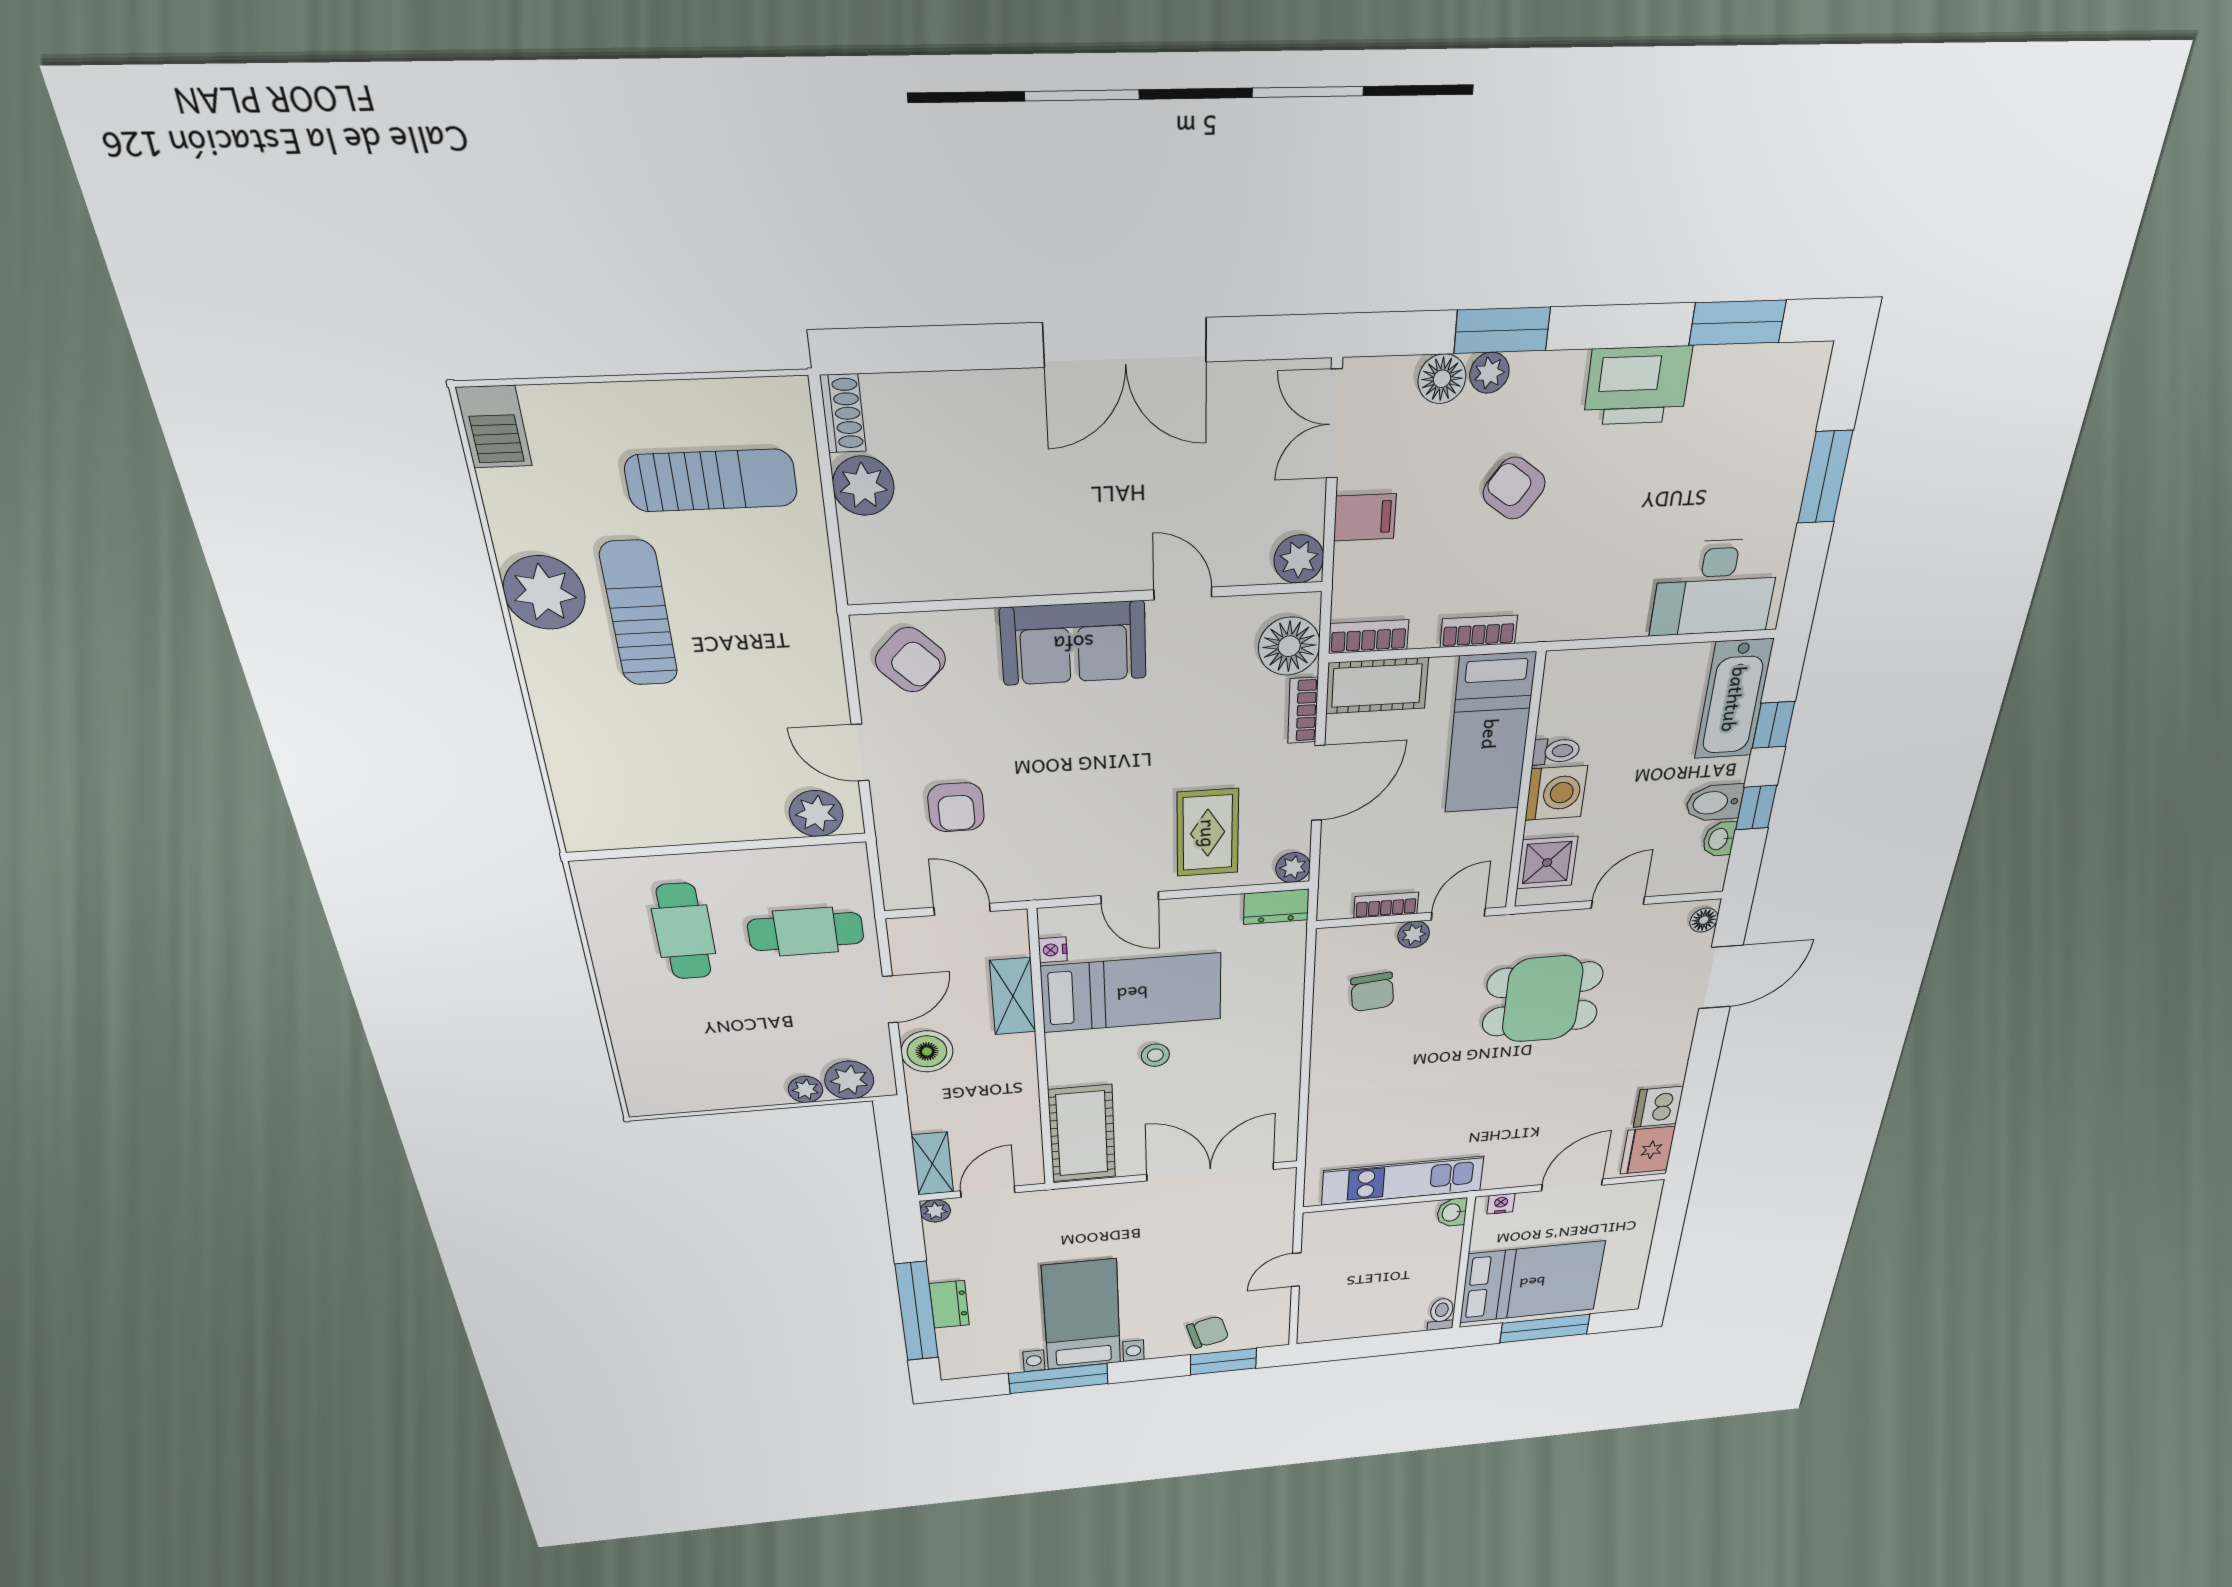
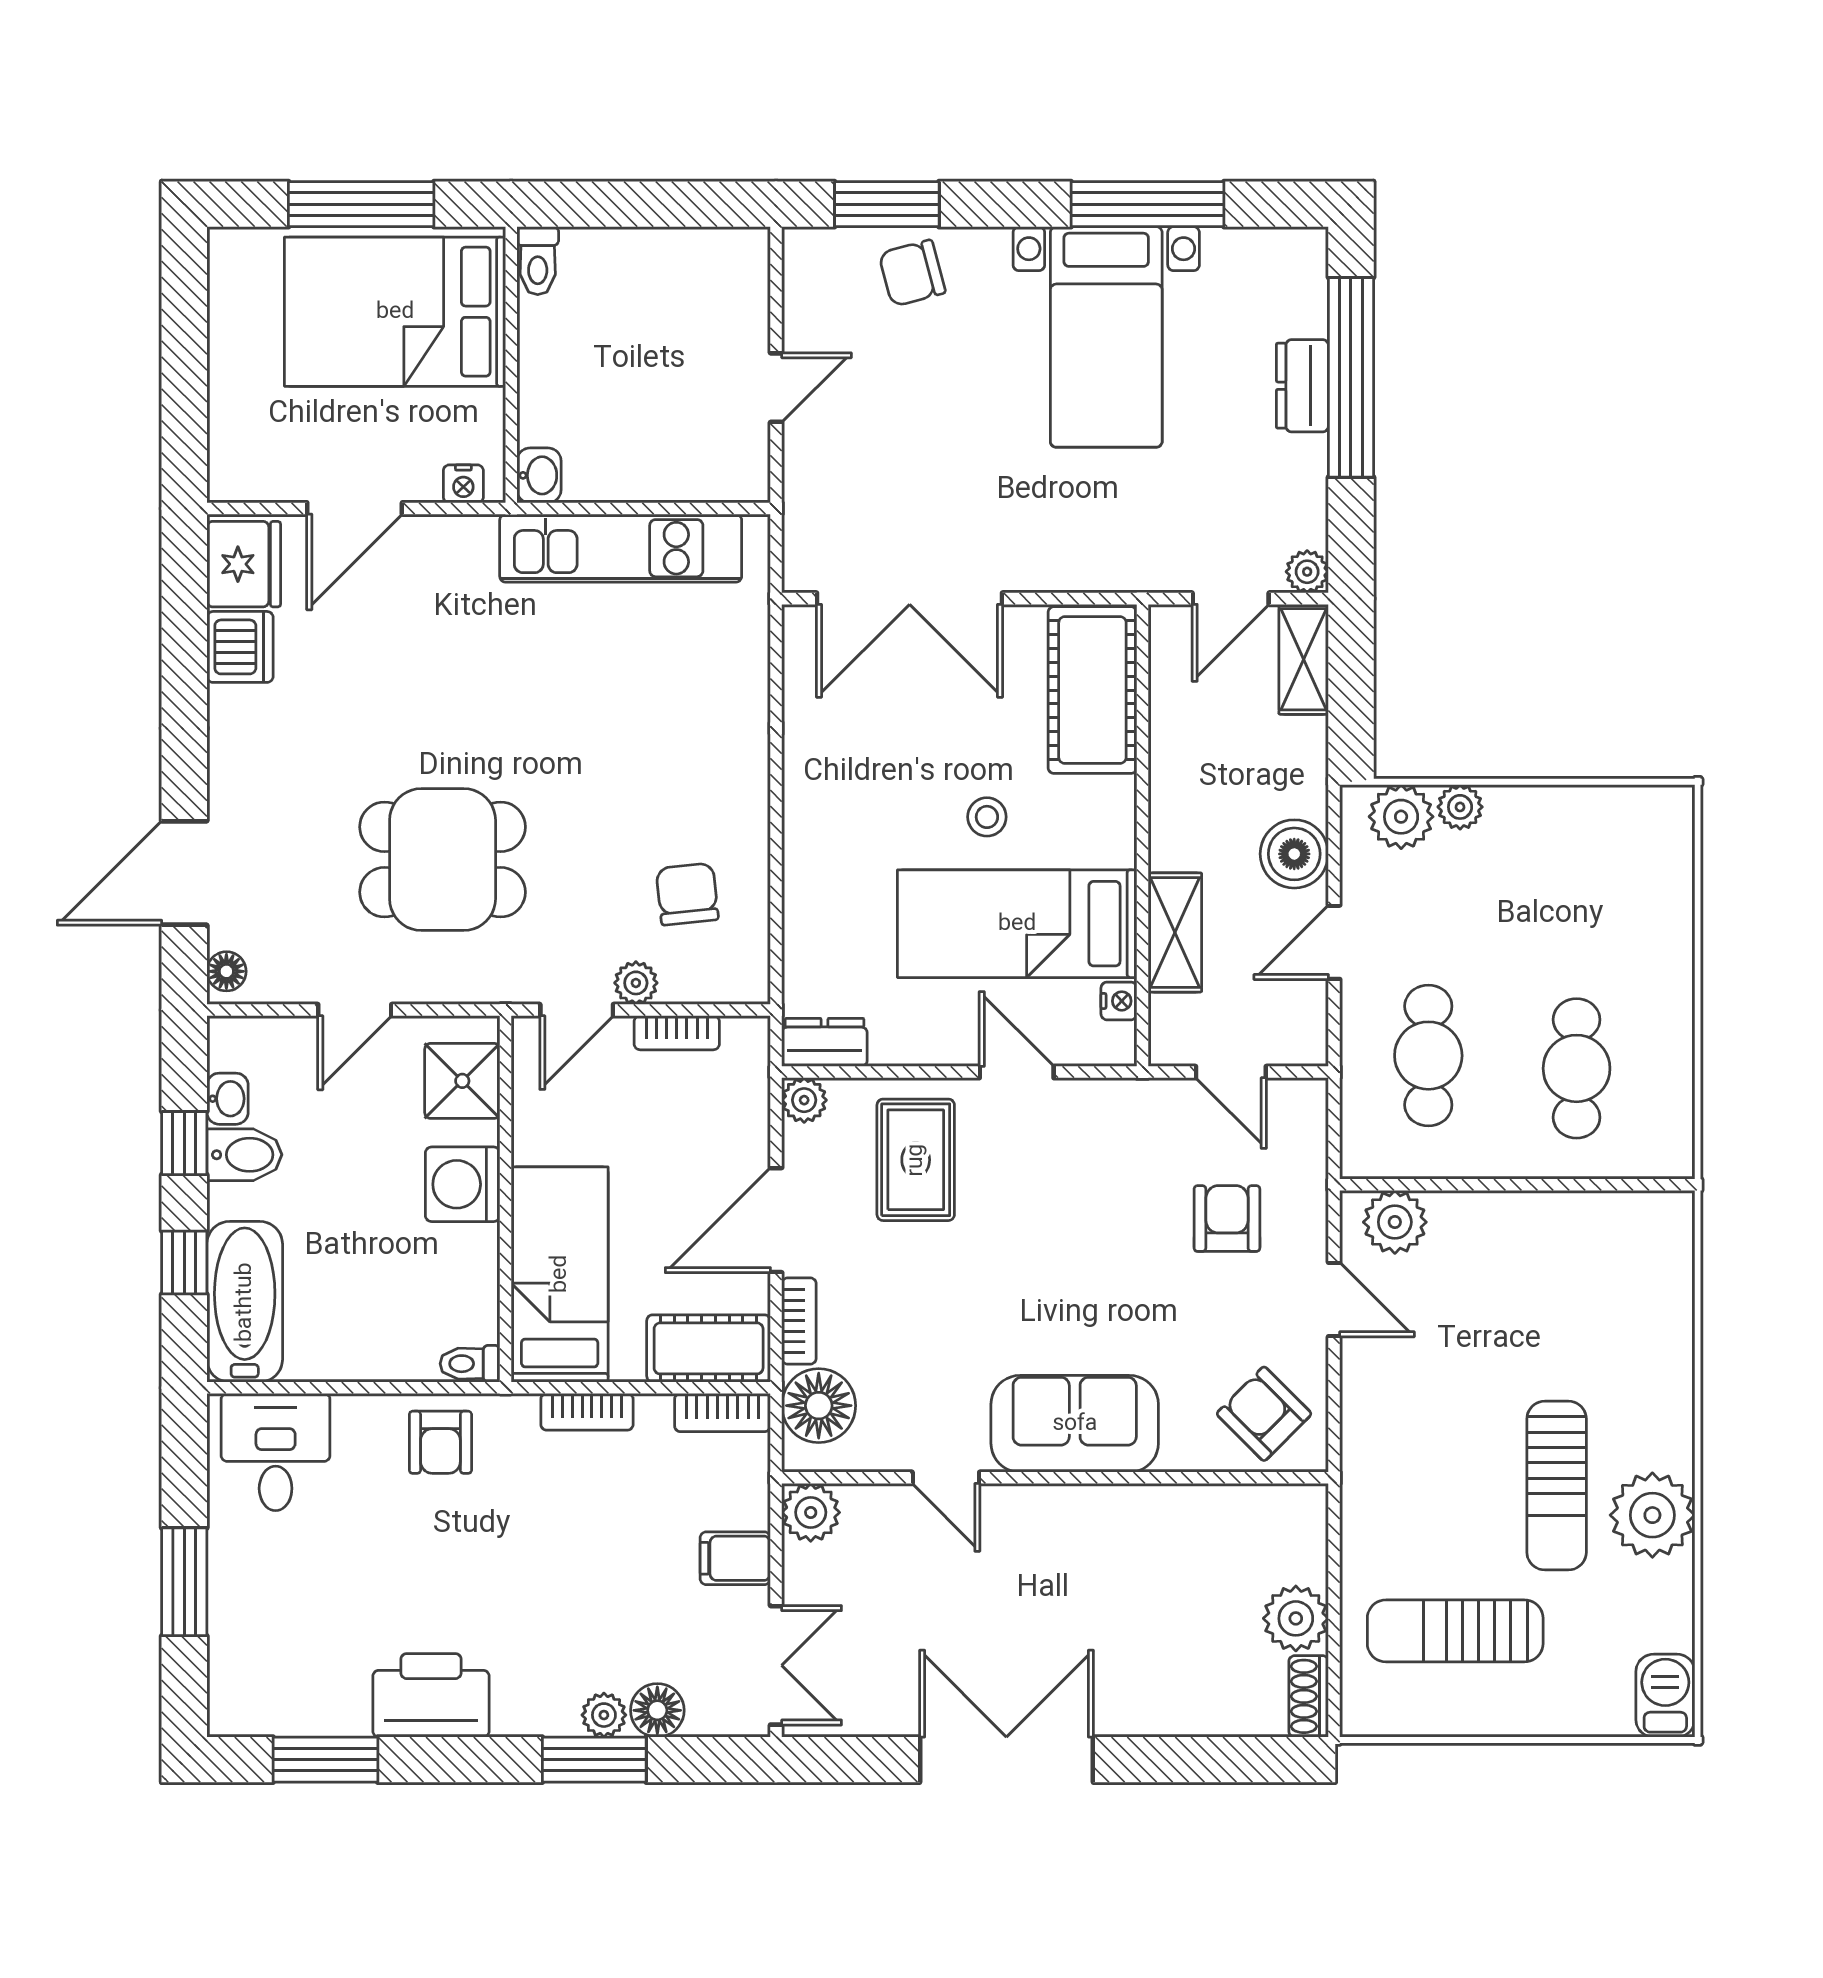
armchair: (1514, 488) -> (440, 1442), moved, turned 54
desk: (1715, 587) -> (276, 1452), width x0.73
toilet: (1556, 751) -> (470, 1364), moved
cafe table: (806, 932) -> (1428, 1056), turned 90

